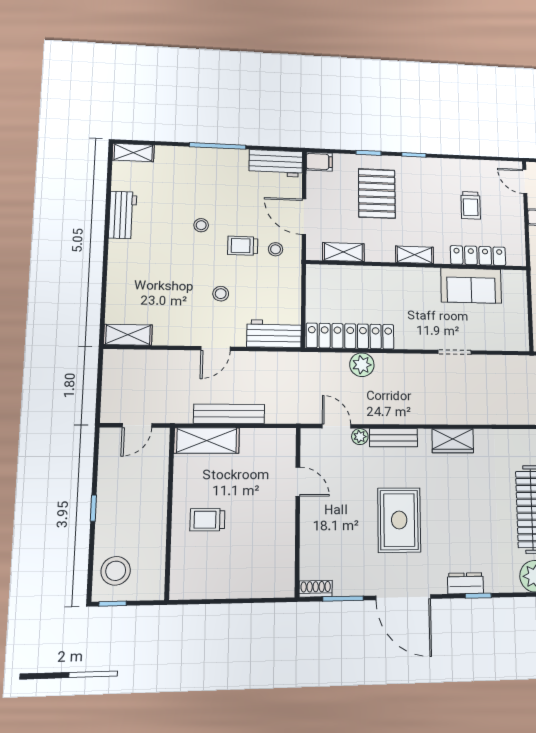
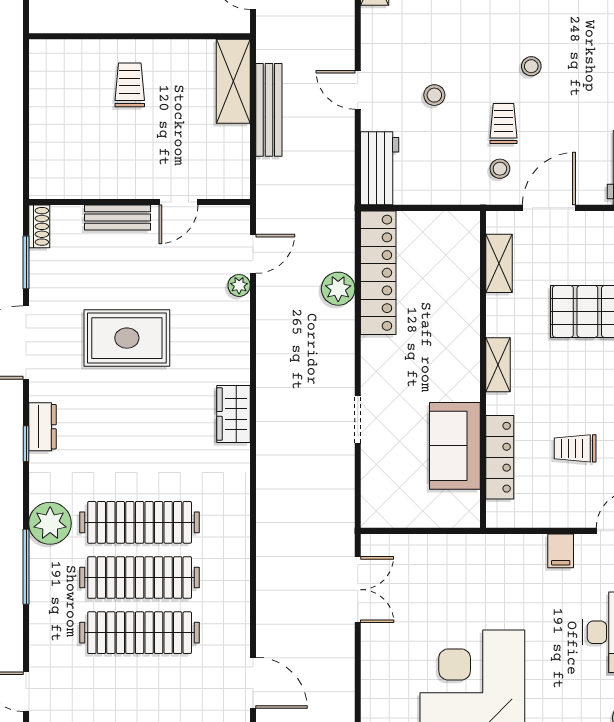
bench: (394, 438) -> (118, 217), moved, turned 90

